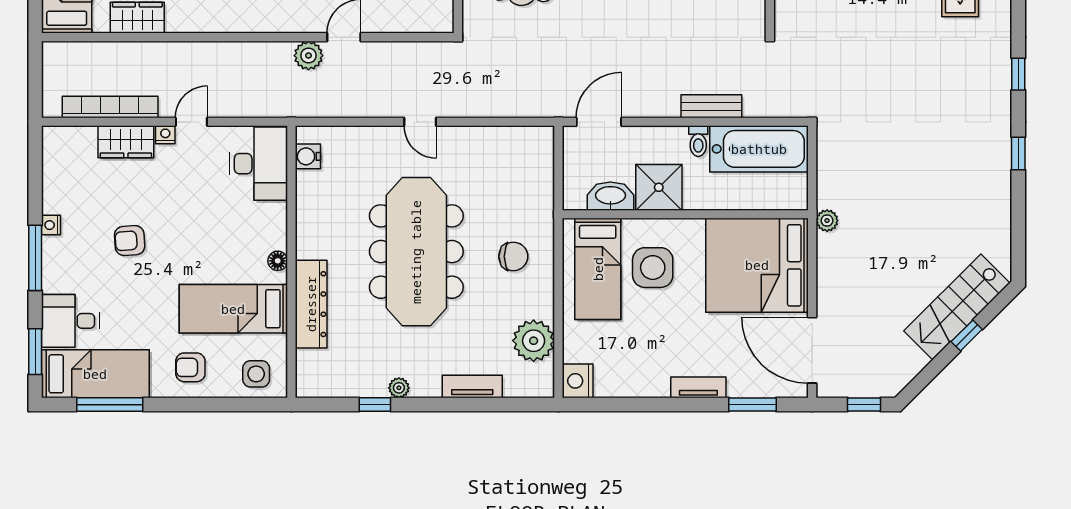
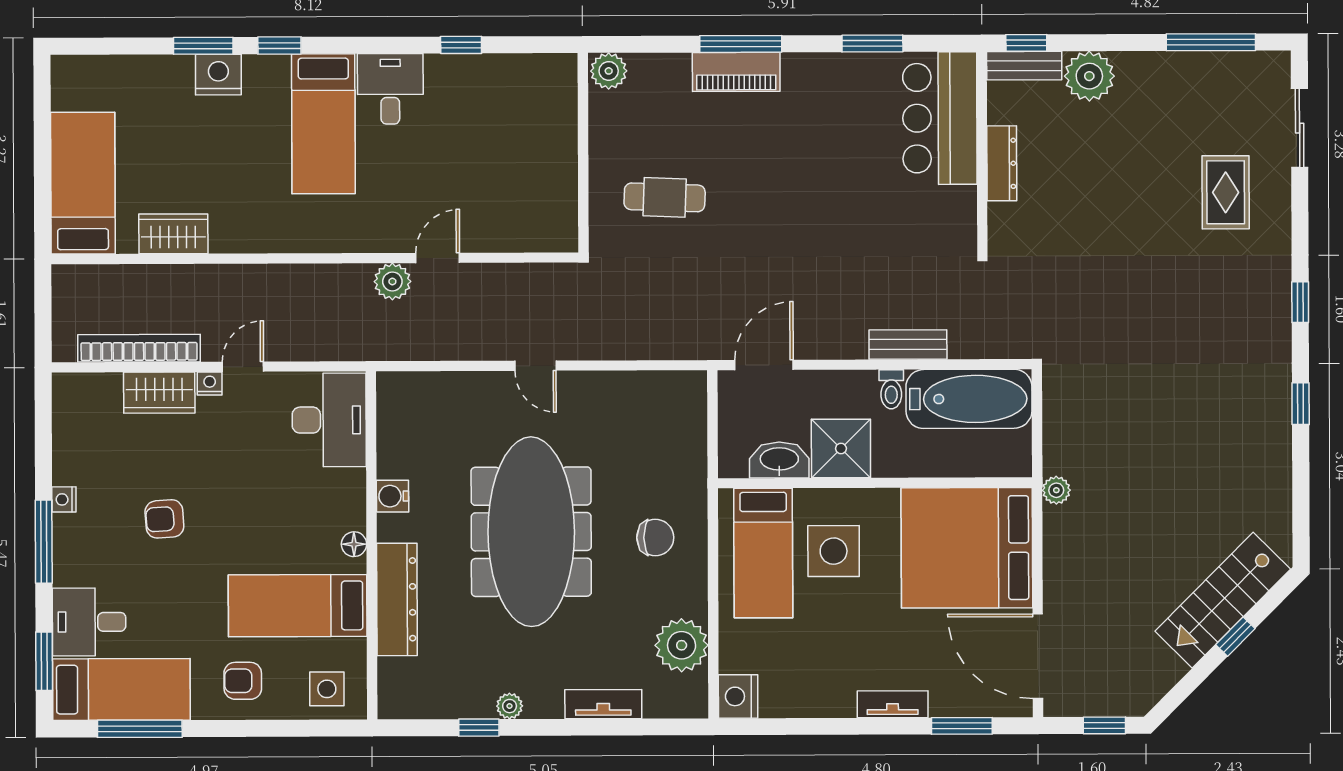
water cooler: (308, 156) -> (392, 496), moved

